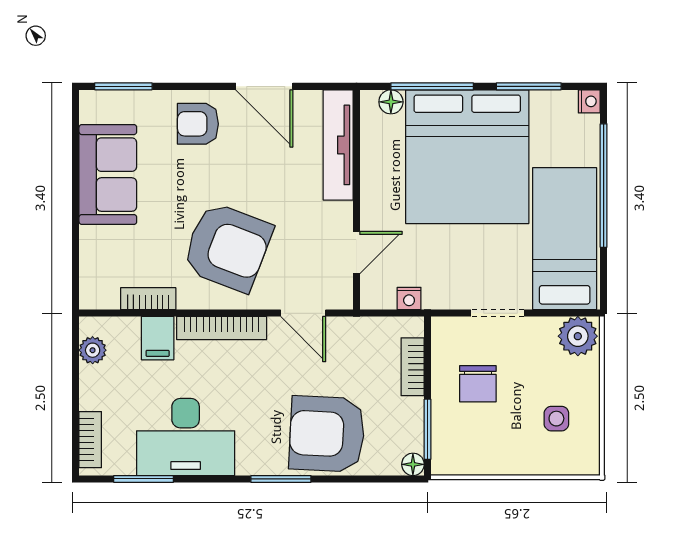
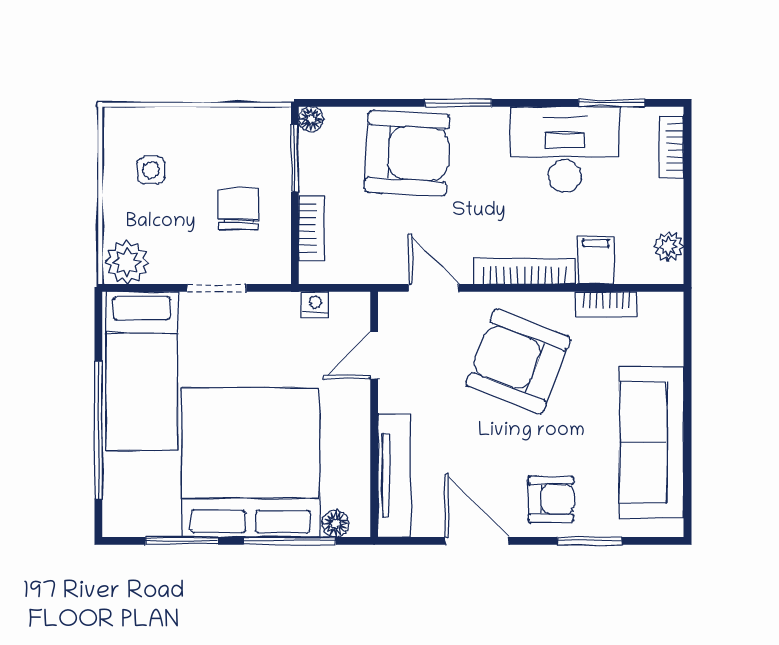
window: (123, 86) -> (590, 541), moved
nightstand: (589, 101) -> (114, 524), removed
sofa: (108, 175) -> (651, 442), width x1.36

